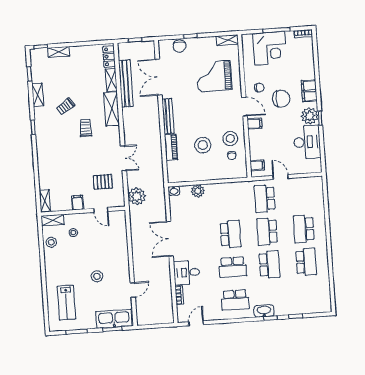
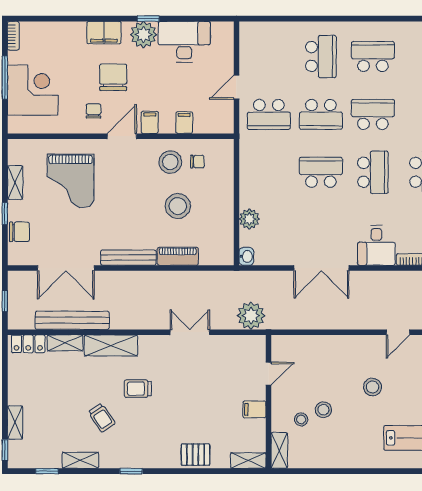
shelving: (227, 40) -> (15, 182), moved
filing cabinet: (257, 165) -> (184, 123), moved
pallet: (103, 182) -> (196, 455), moved, turned 90
school desk: (304, 229) -> (321, 56), turned -90
stool: (51, 242) -> (323, 410), moved
door: (133, 290) -> (398, 332), swing flipped

